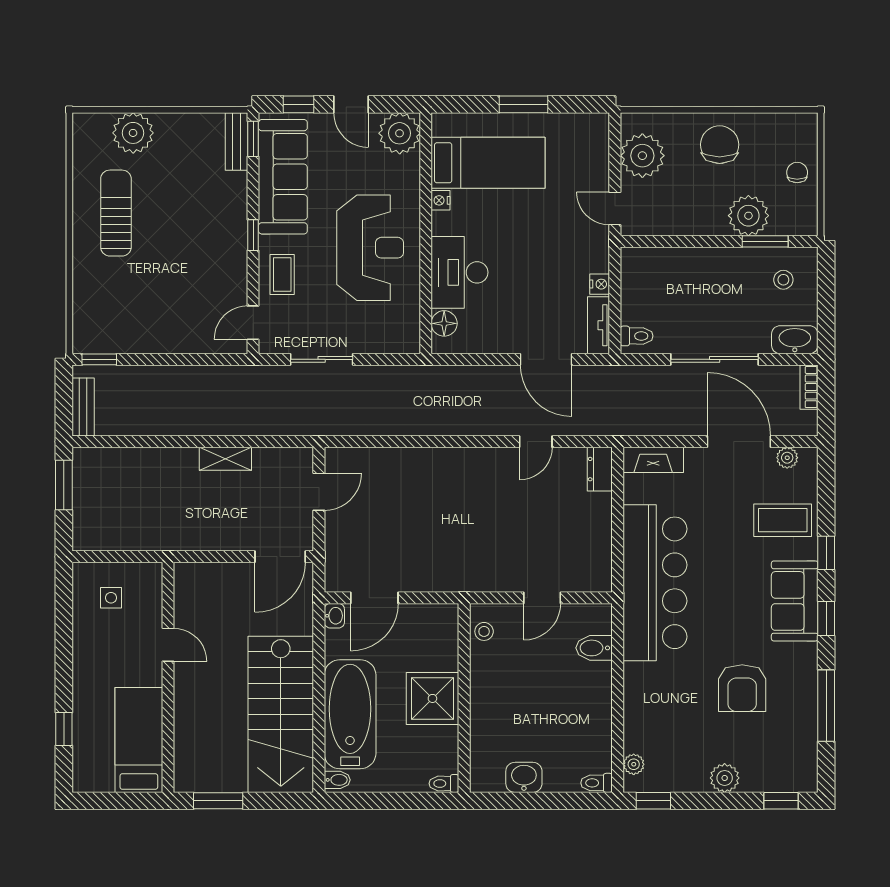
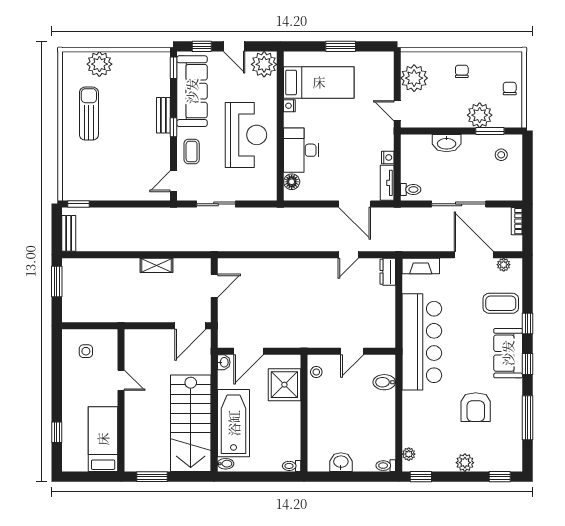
bench: (236, 141) -> (163, 115), moved
chair: (720, 145) -> (462, 71), width x0.54, depth x0.54
washbasin: (795, 340) -> (447, 143), moved, turned 180
shower: (432, 698) -> (284, 385), moved

